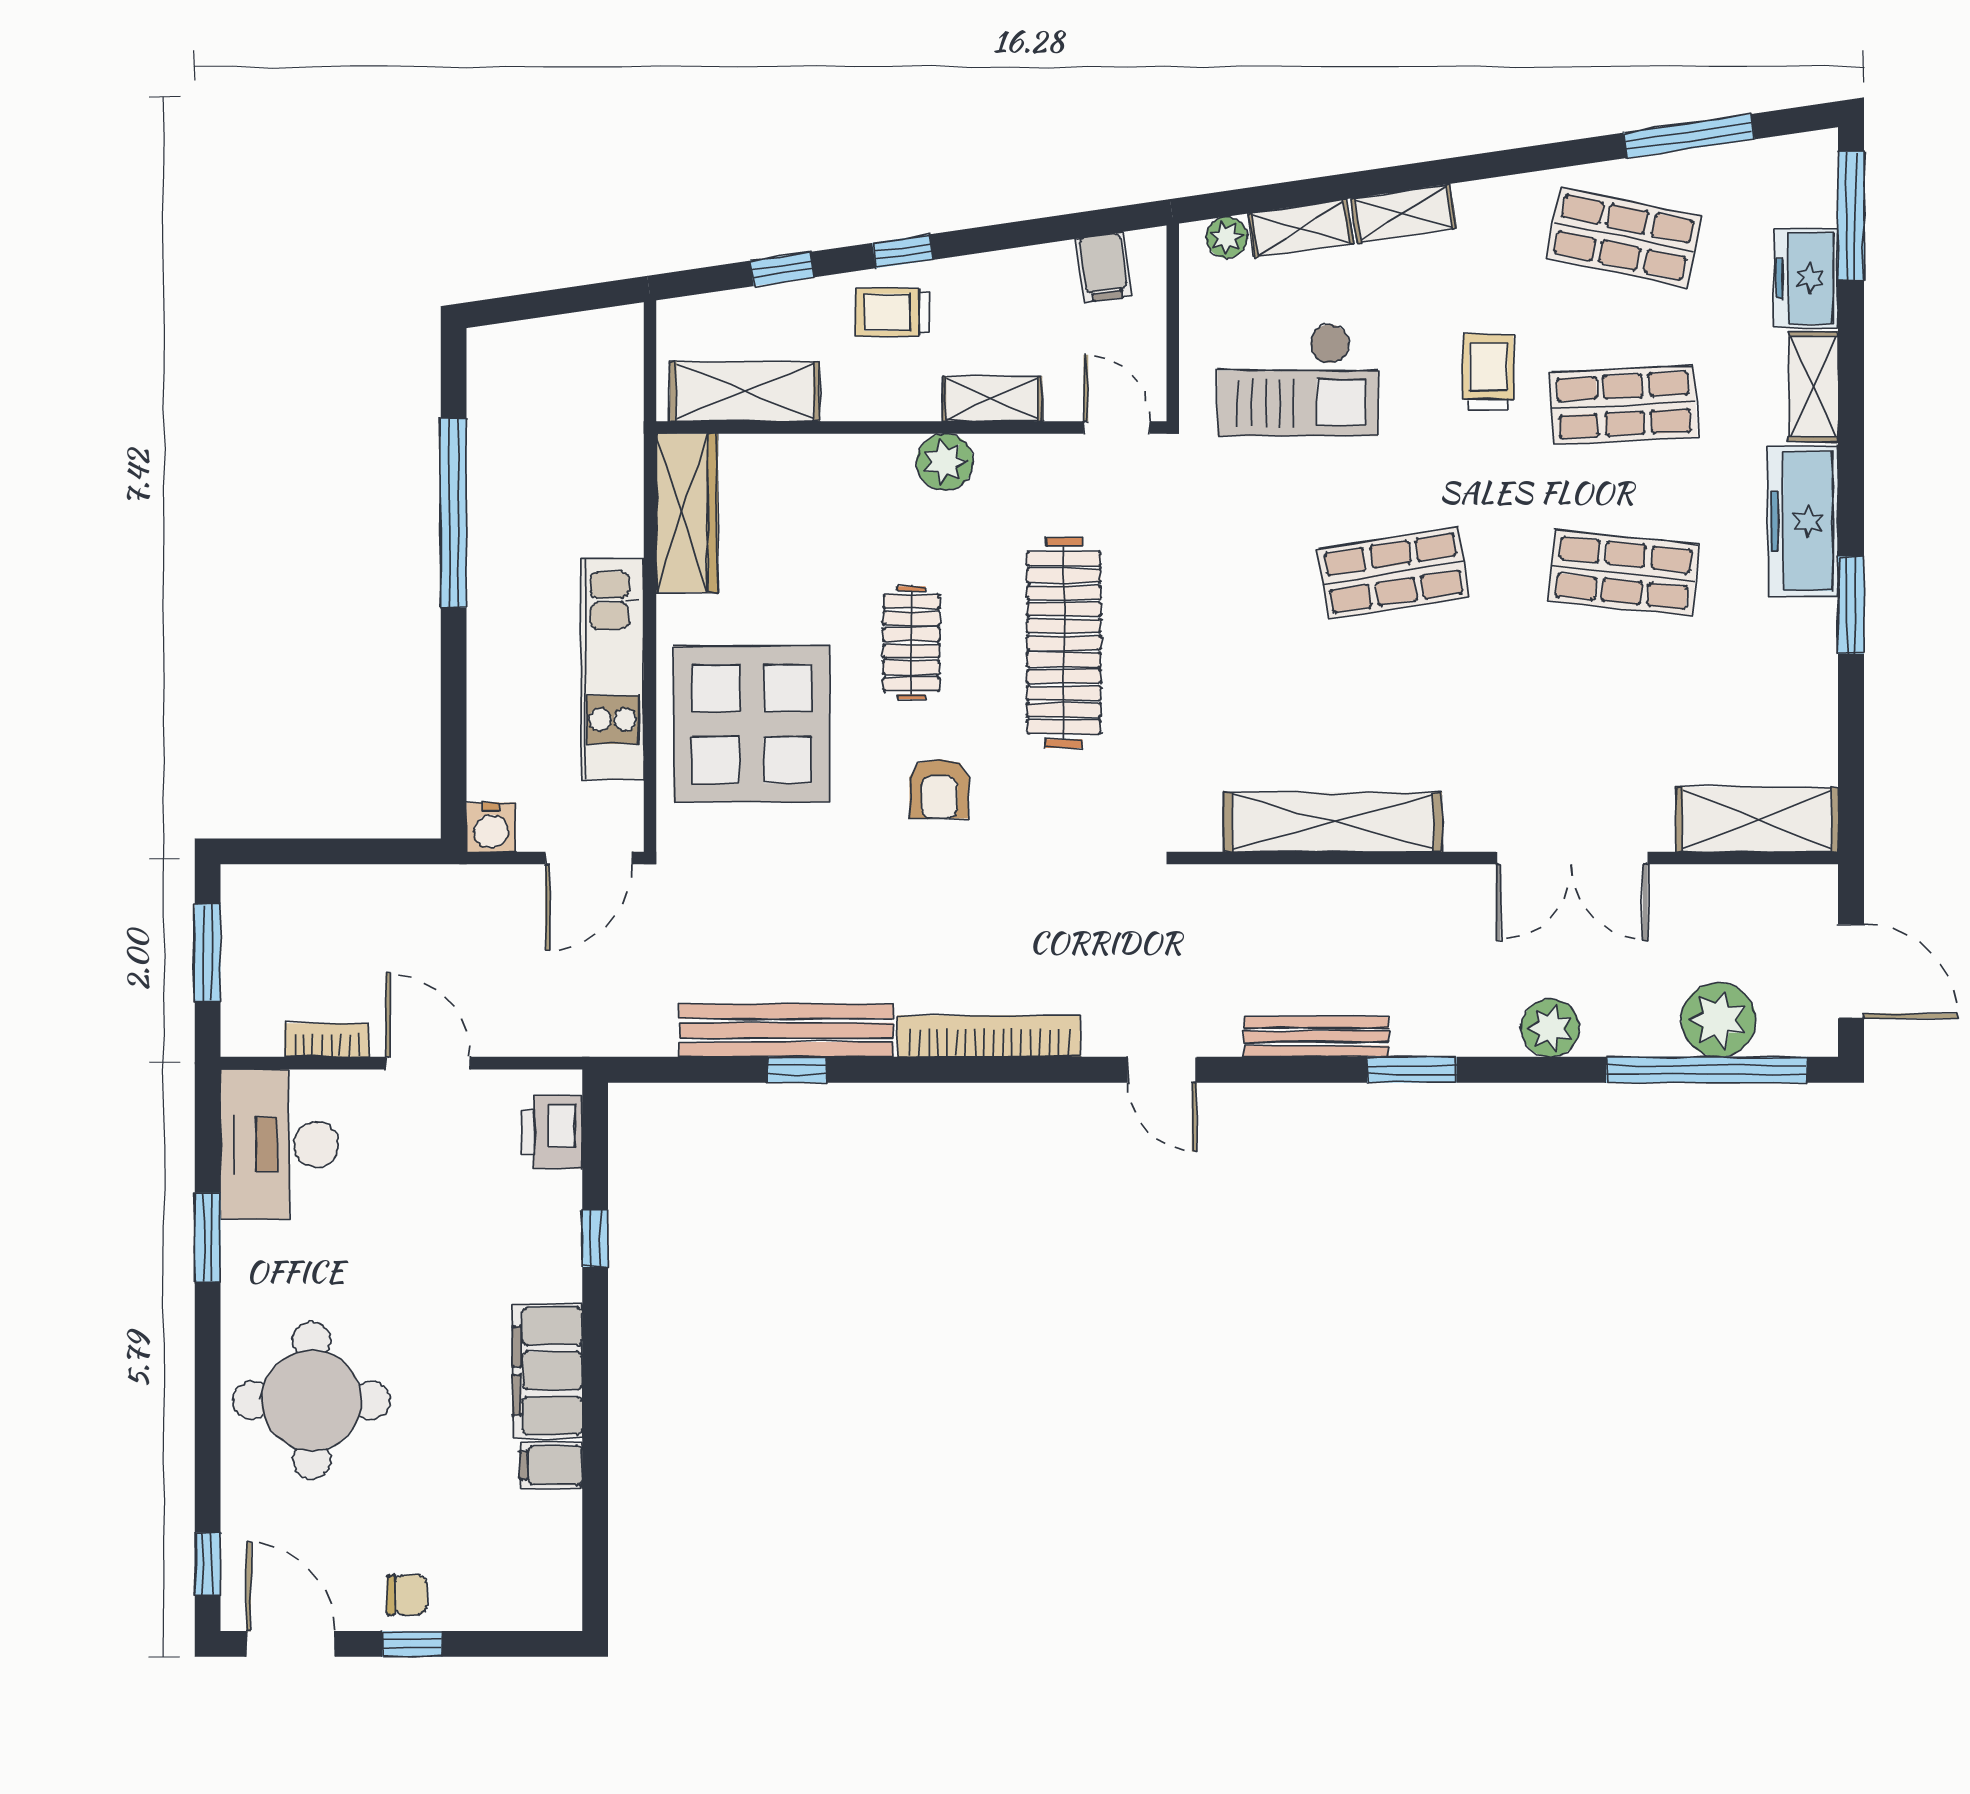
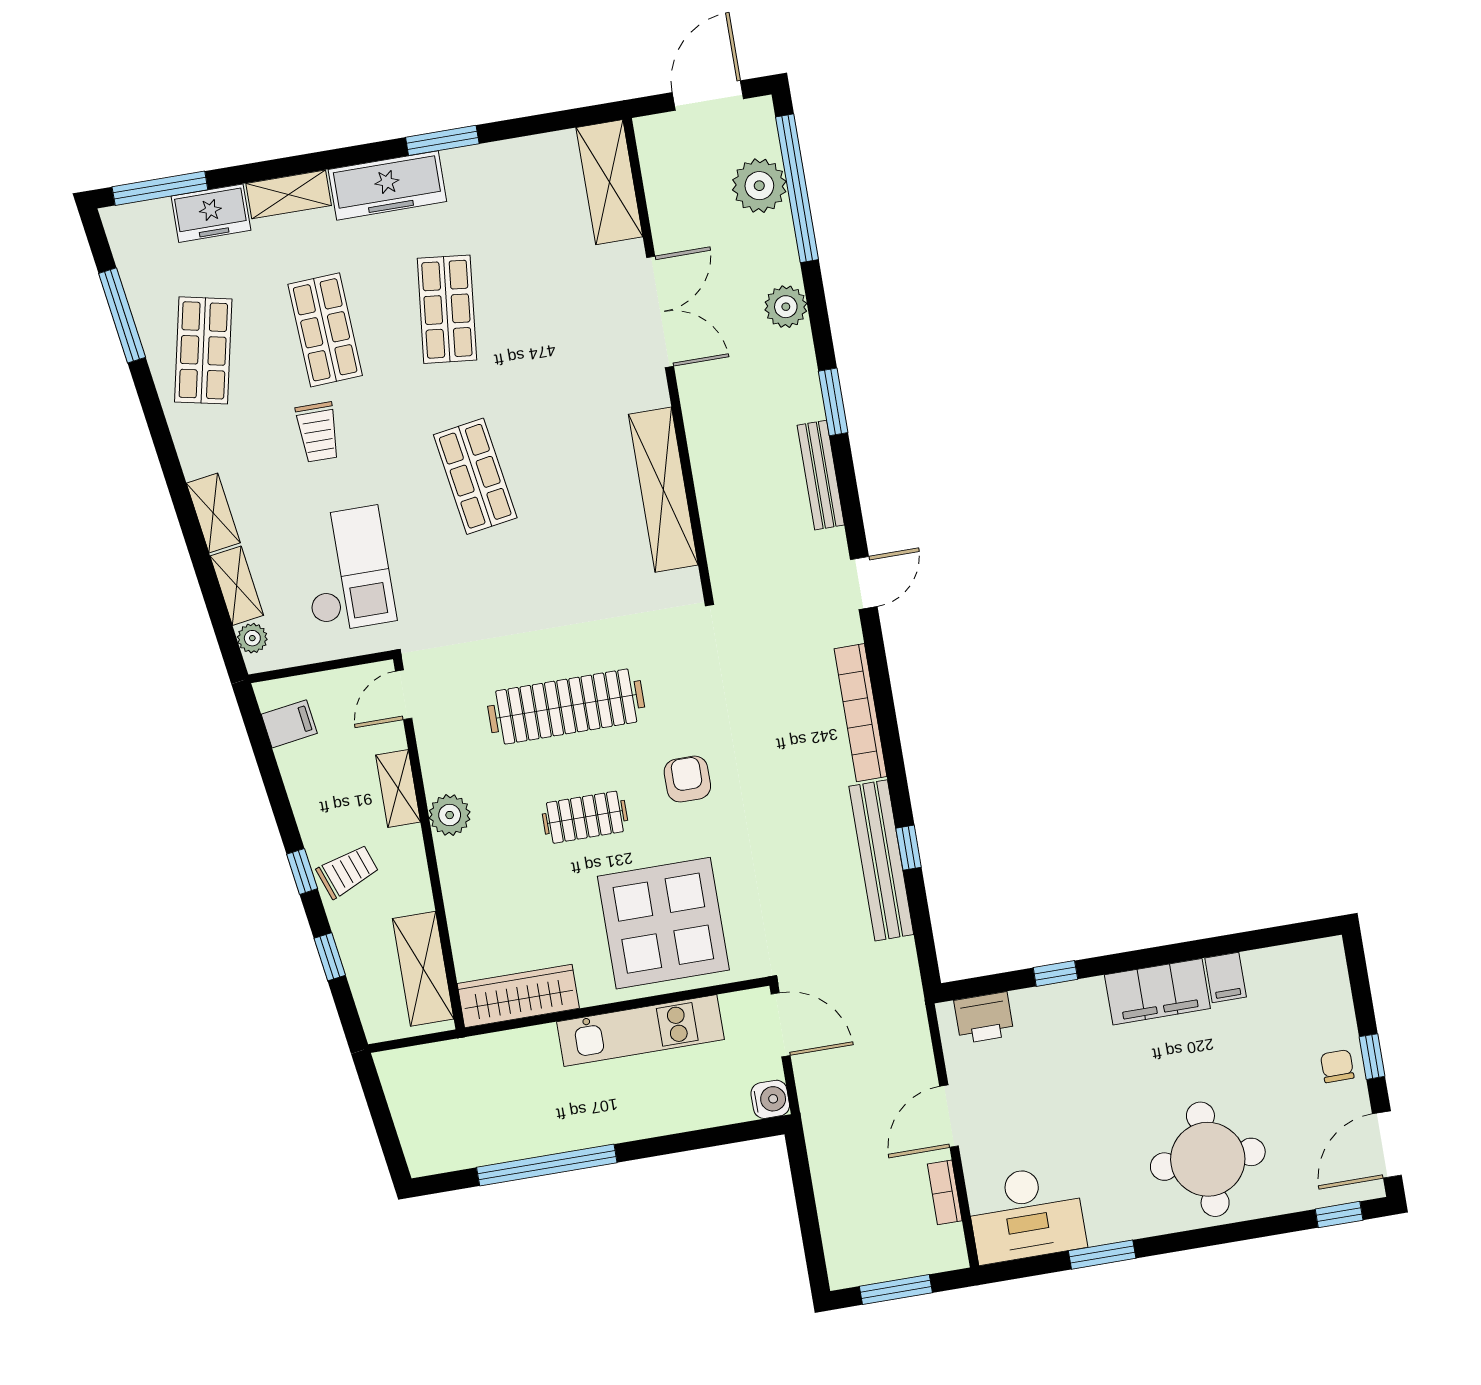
trolley: (893, 312) -> (348, 871), turned -110
trolley: (1488, 372) -> (318, 432), turned -90
armchair: (939, 789) -> (687, 779), turned -90

